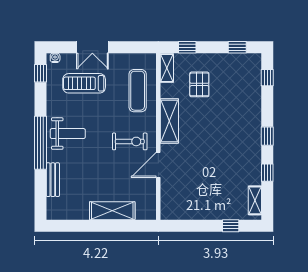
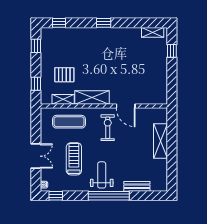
shelving: (167, 68) -> (63, 99), moved
treadmill: (84, 83) -> (74, 159), moved, turned 180
window: (267, 173) -> (131, 23), removed

